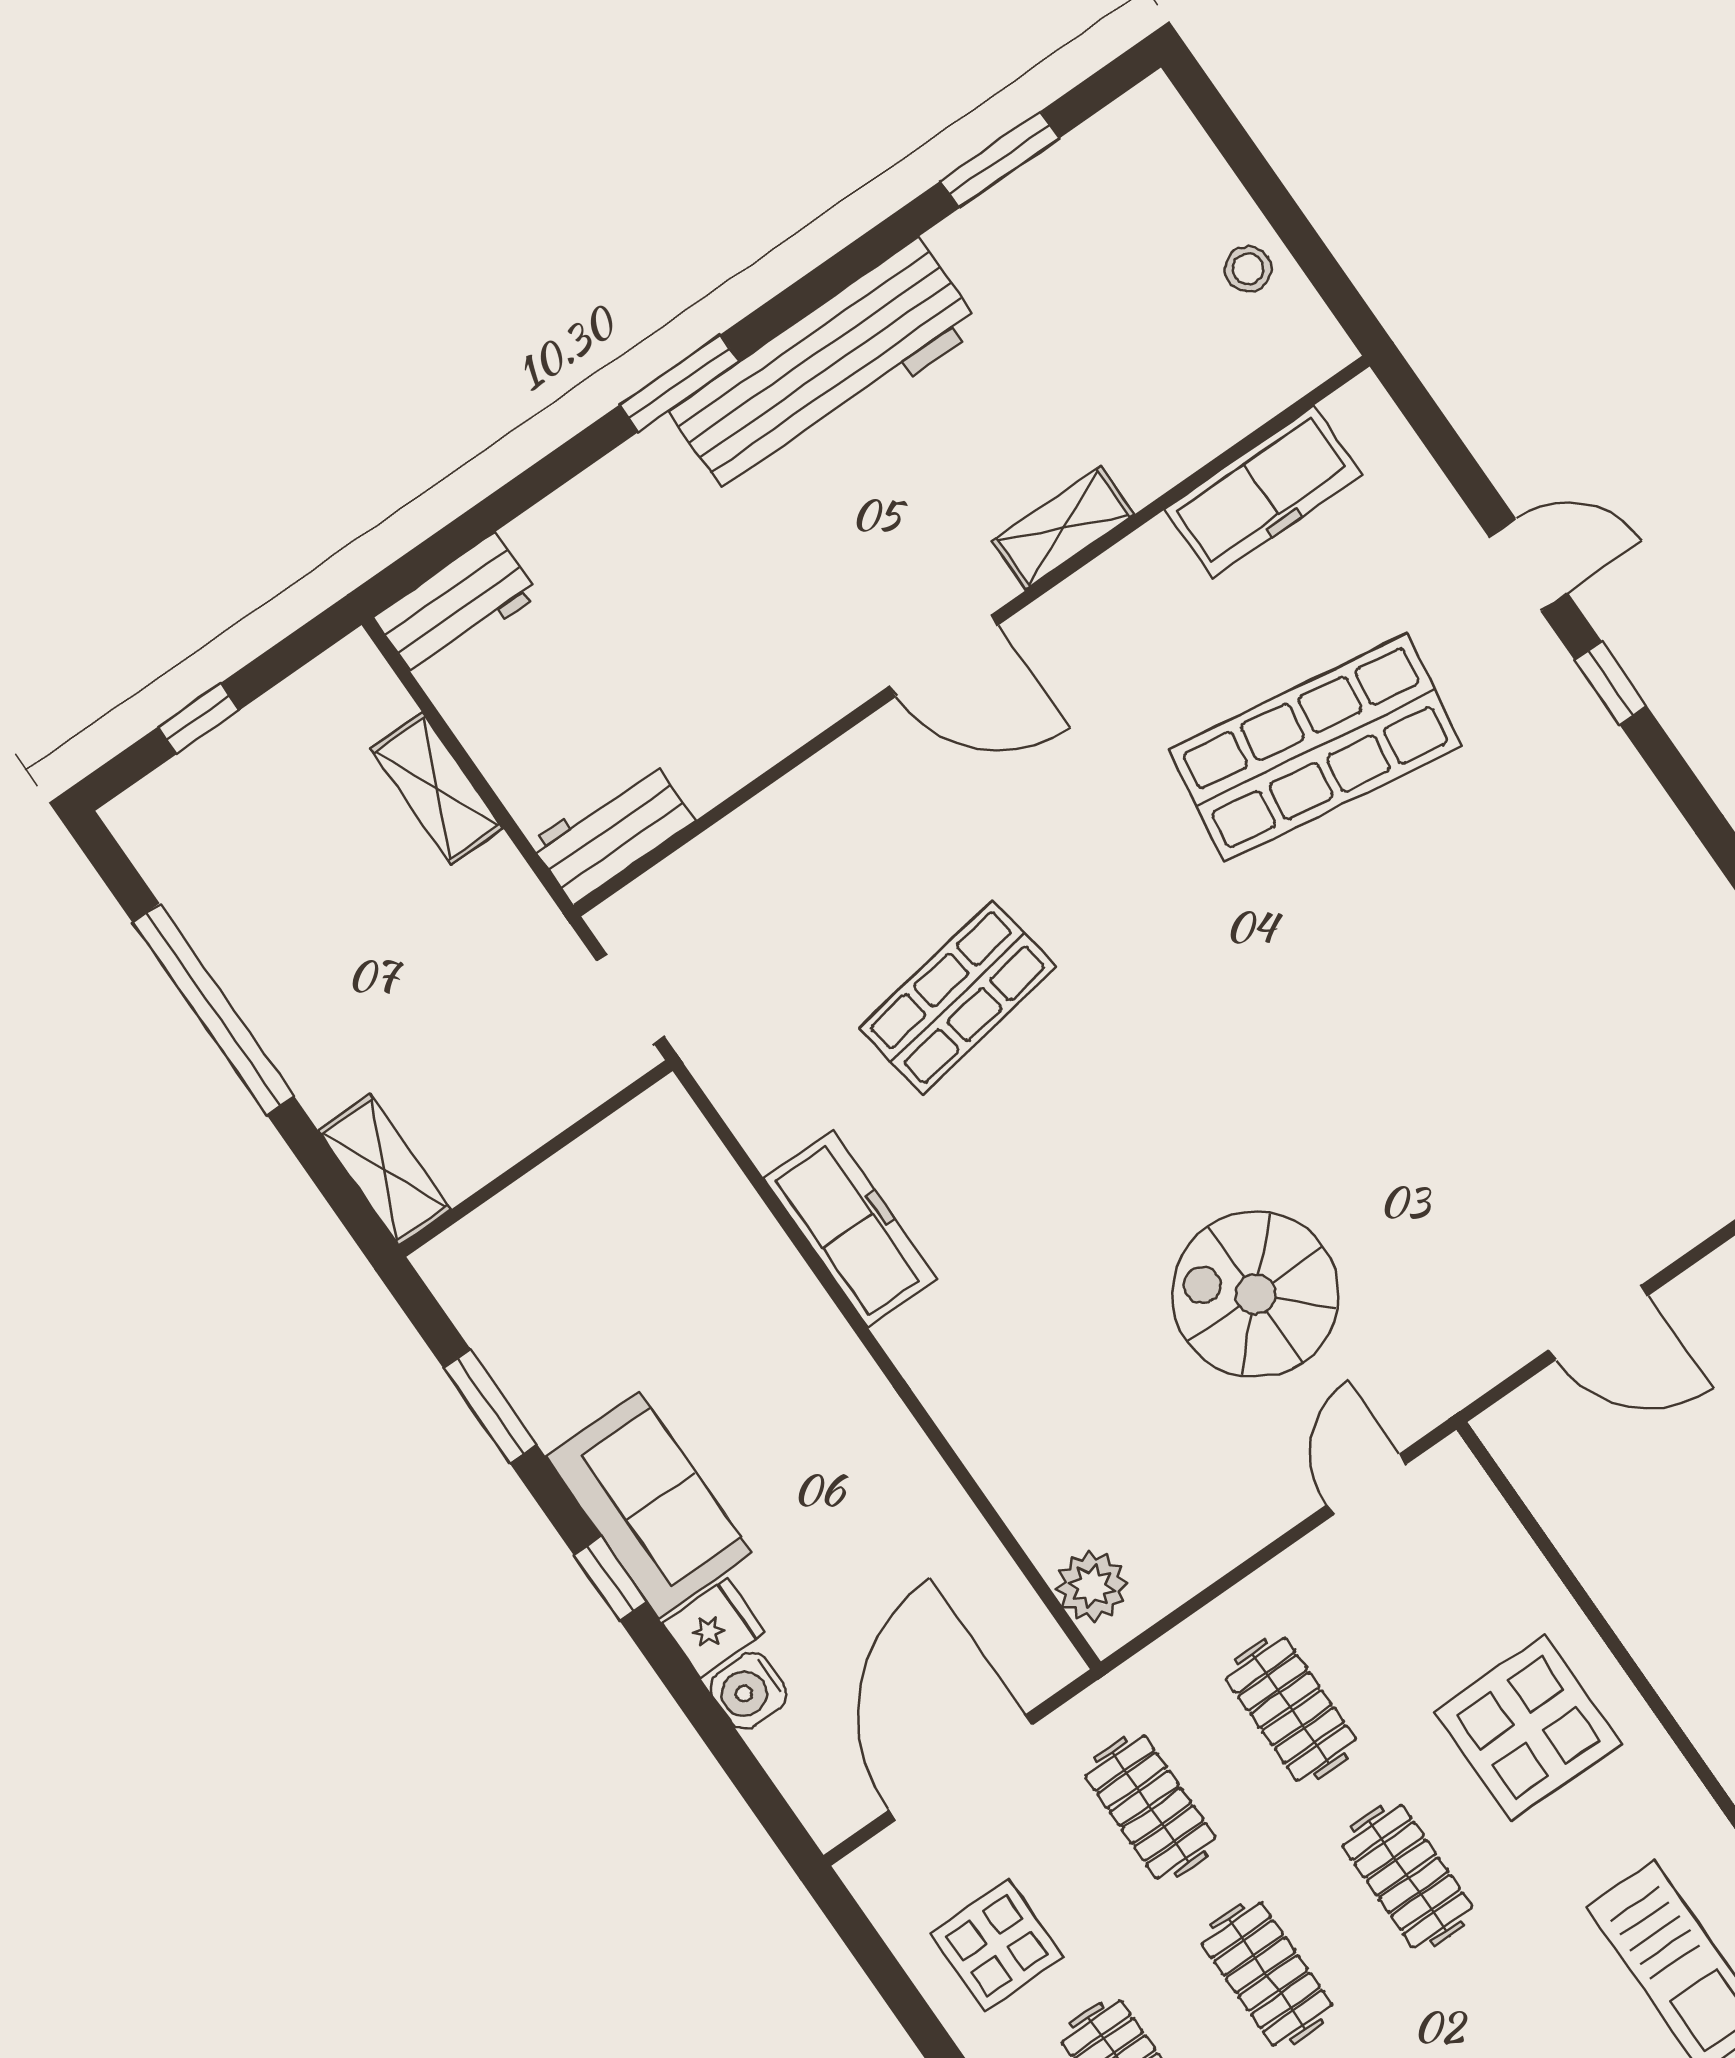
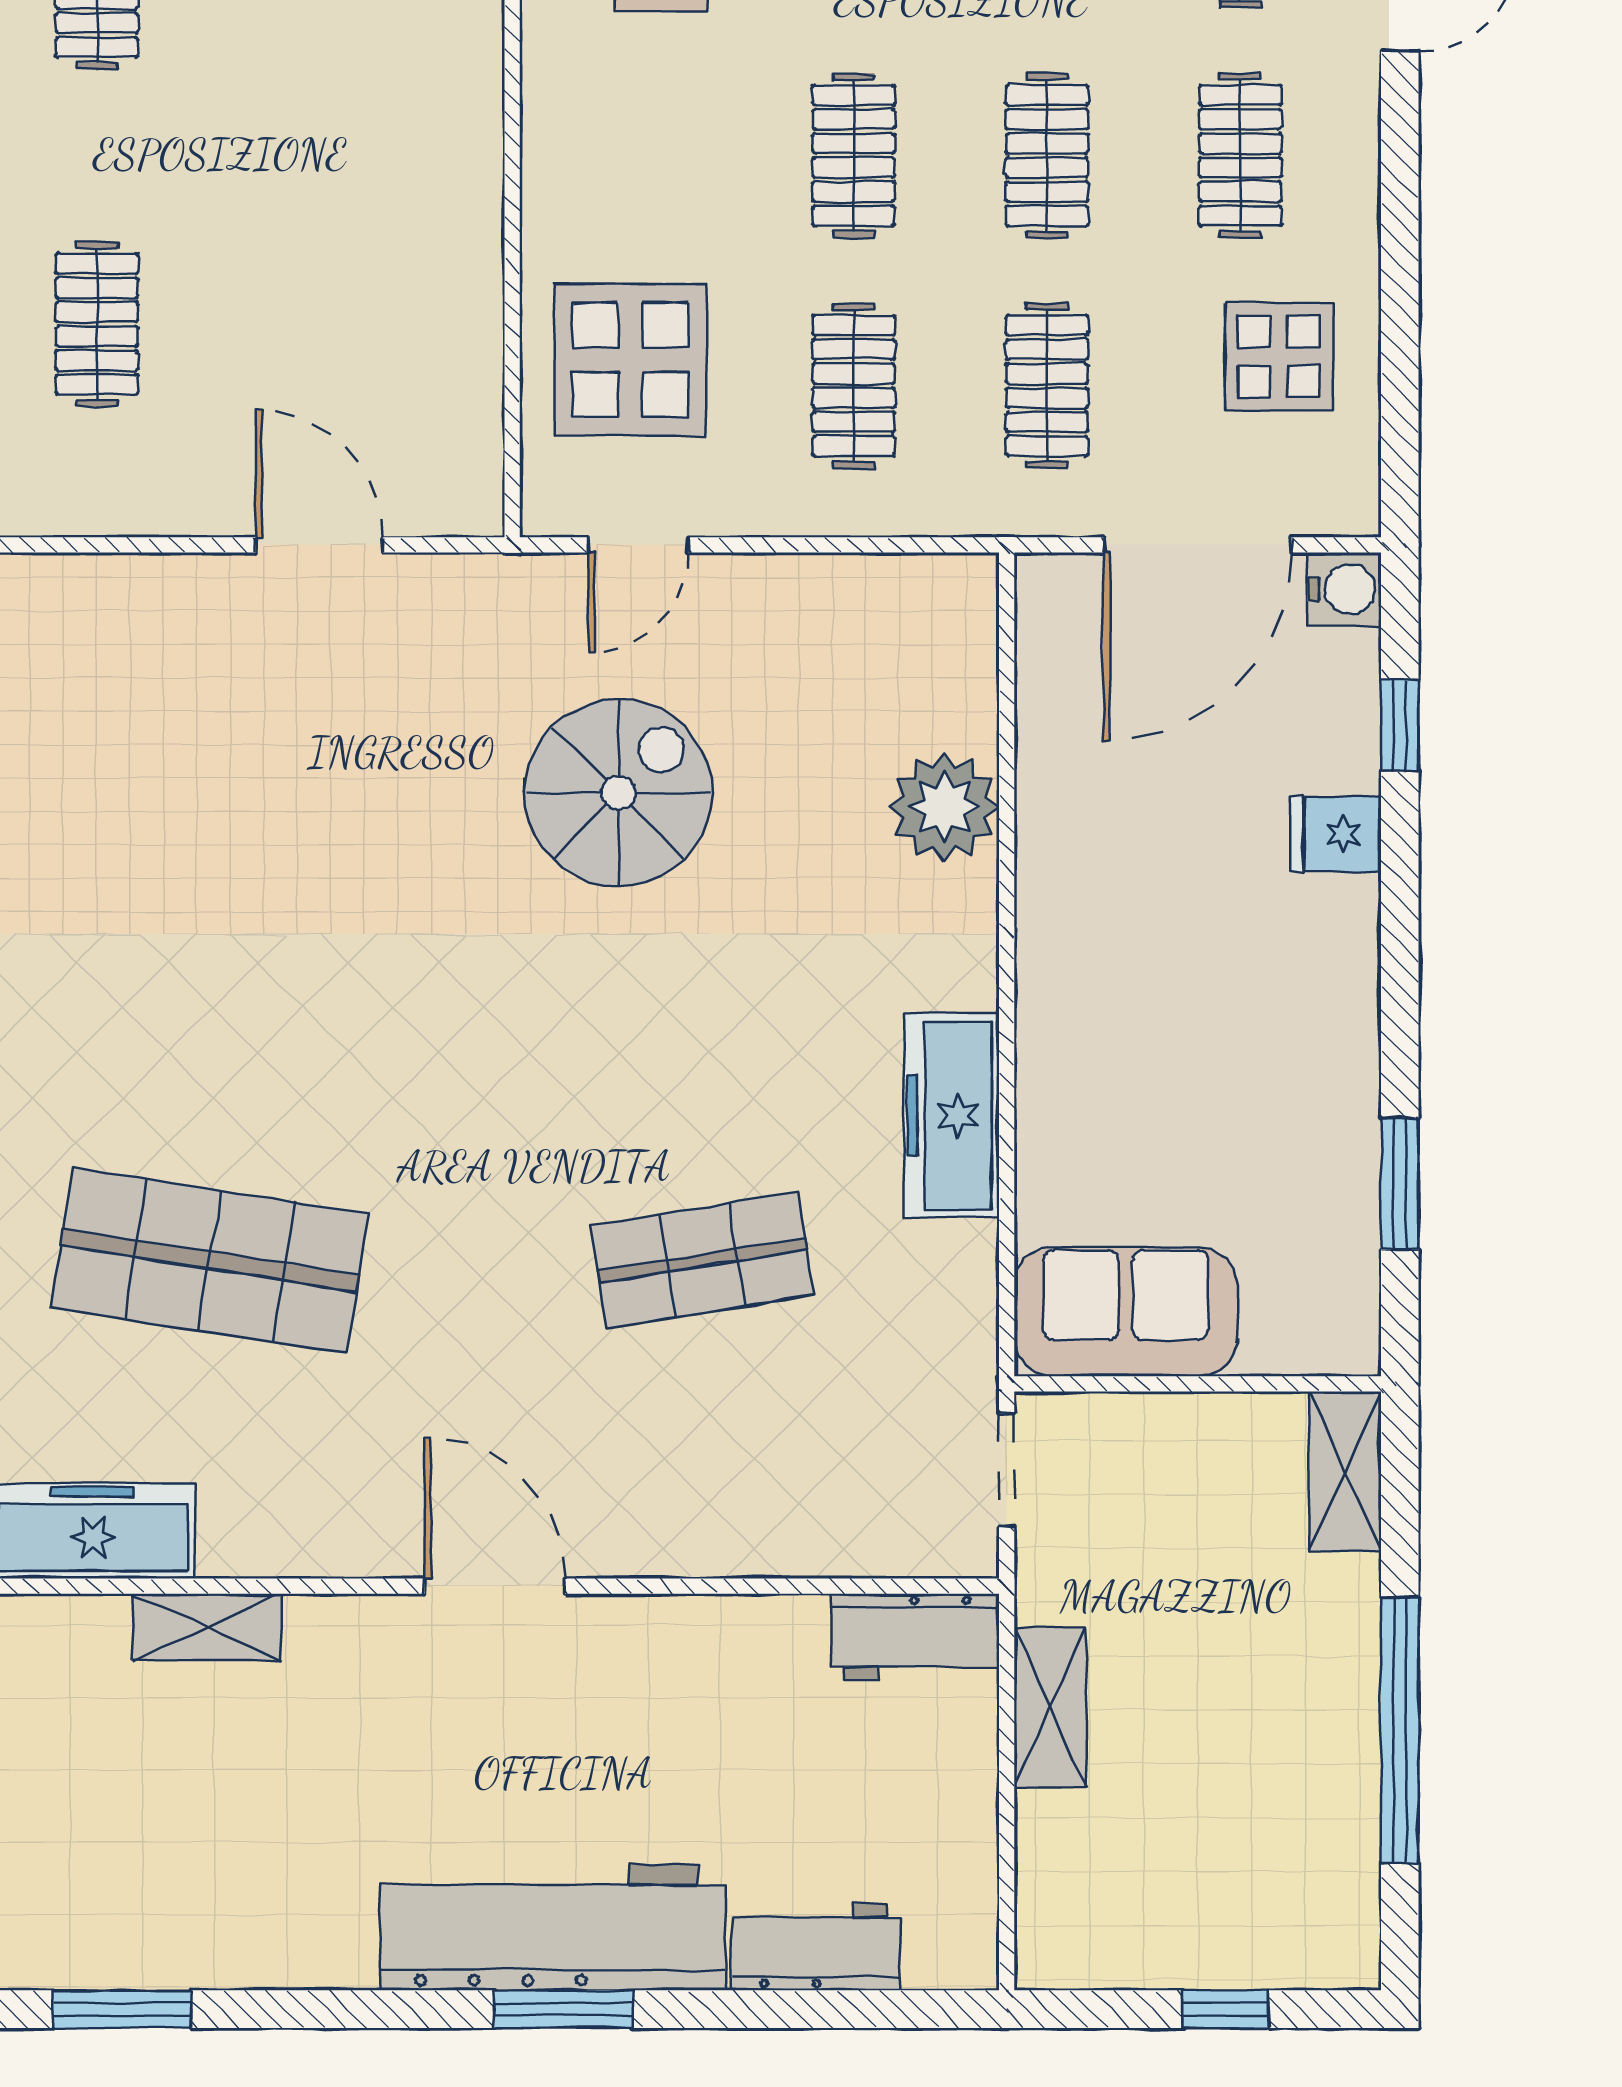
workbench: (825, 370) -> (553, 1928), moved
shelving: (1063, 528) -> (207, 1627), moved
workbench: (456, 606) -> (816, 1947), moved
shelving: (437, 788) -> (1050, 1708), moved
spiral stairs: (1256, 1294) -> (618, 793), turned -90
sofa: (649, 1505) -> (1126, 1312), moved, turned 90
window: (610, 1579) -> (1400, 726), moved
plant: (1092, 1586) -> (944, 807), moved, width x1.36, depth x1.36
water cooler: (748, 1691) -> (1344, 589), moved
display table: (1528, 1728) -> (631, 360), moved

